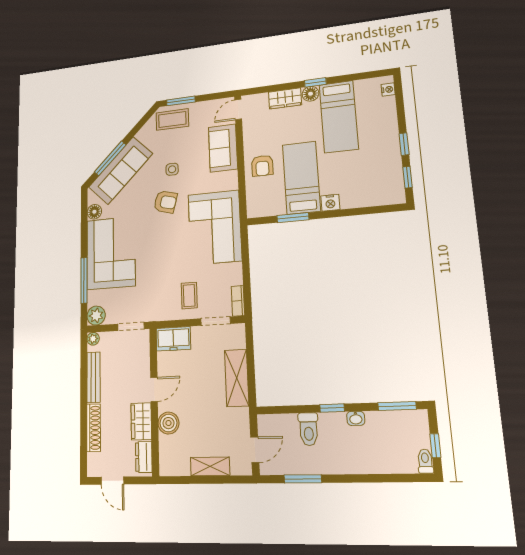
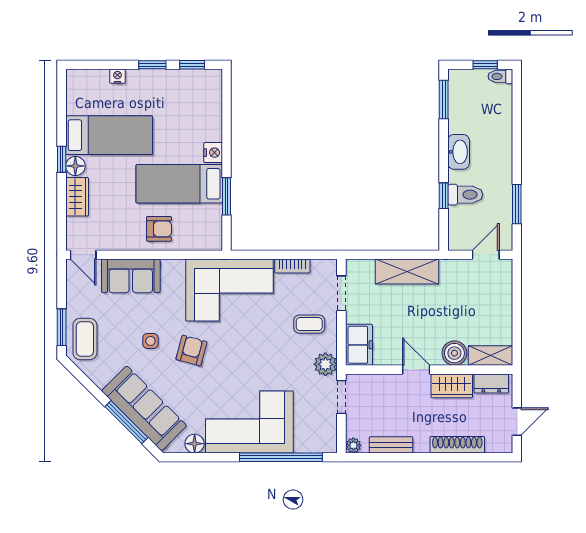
nightstand: (388, 89) -> (118, 76), moved
window: (84, 280) -> (281, 457), width x1.46
bookcase: (238, 301) -> (292, 266), moved
plant: (96, 316) -> (325, 364), moved
bench: (93, 377) -> (391, 445), width x0.73
window: (332, 408) -> (444, 196), moved
washbasin: (356, 418) -> (459, 152), width x1.91, depth x1.45
door: (255, 450) -> (486, 255), hinge flipped
shelving: (210, 466) -> (490, 355), moved, turned 90

